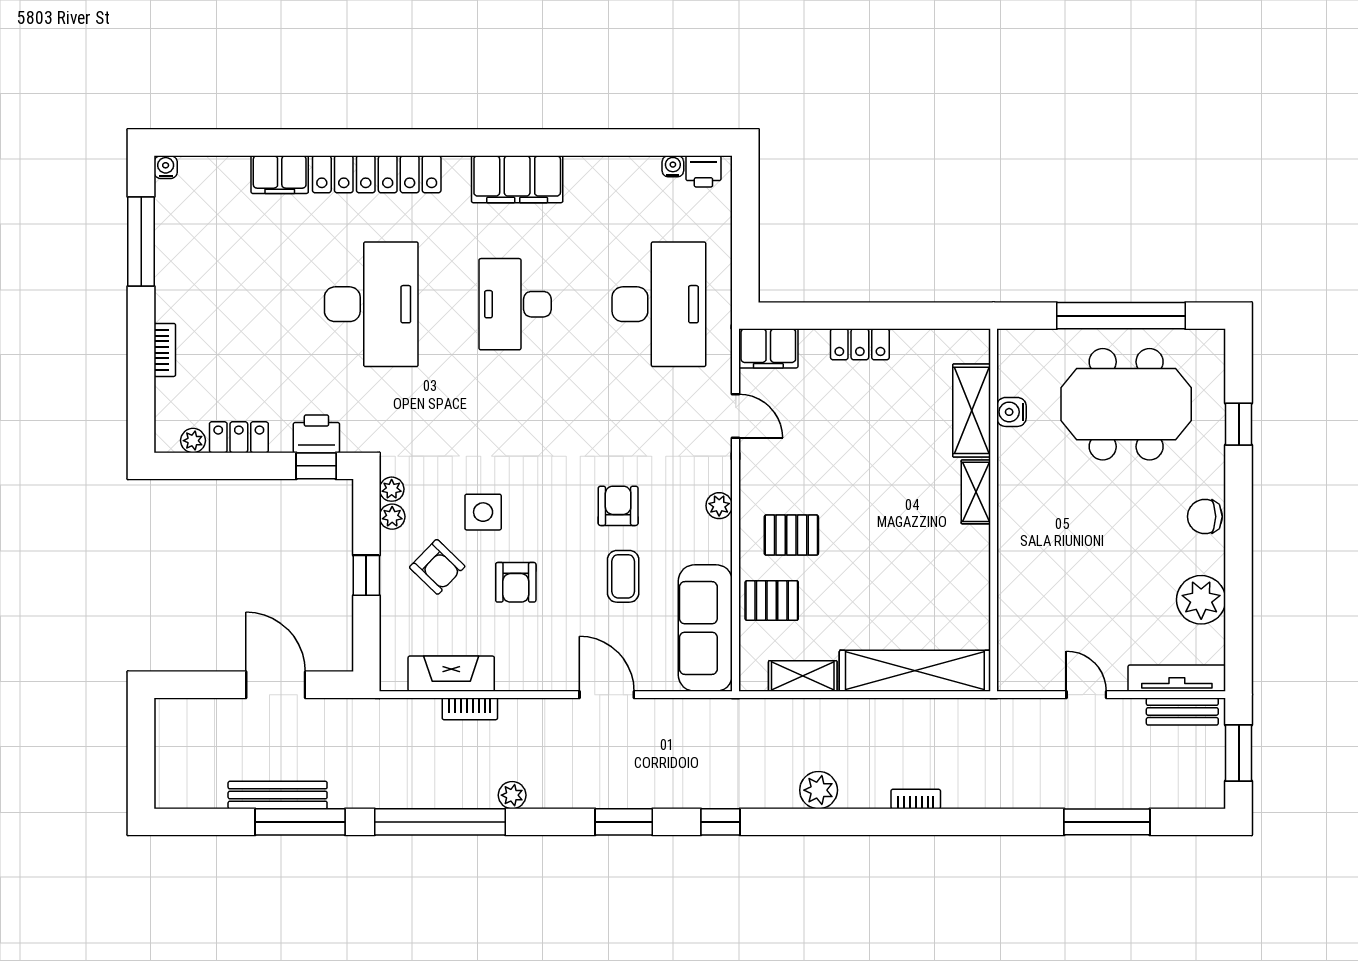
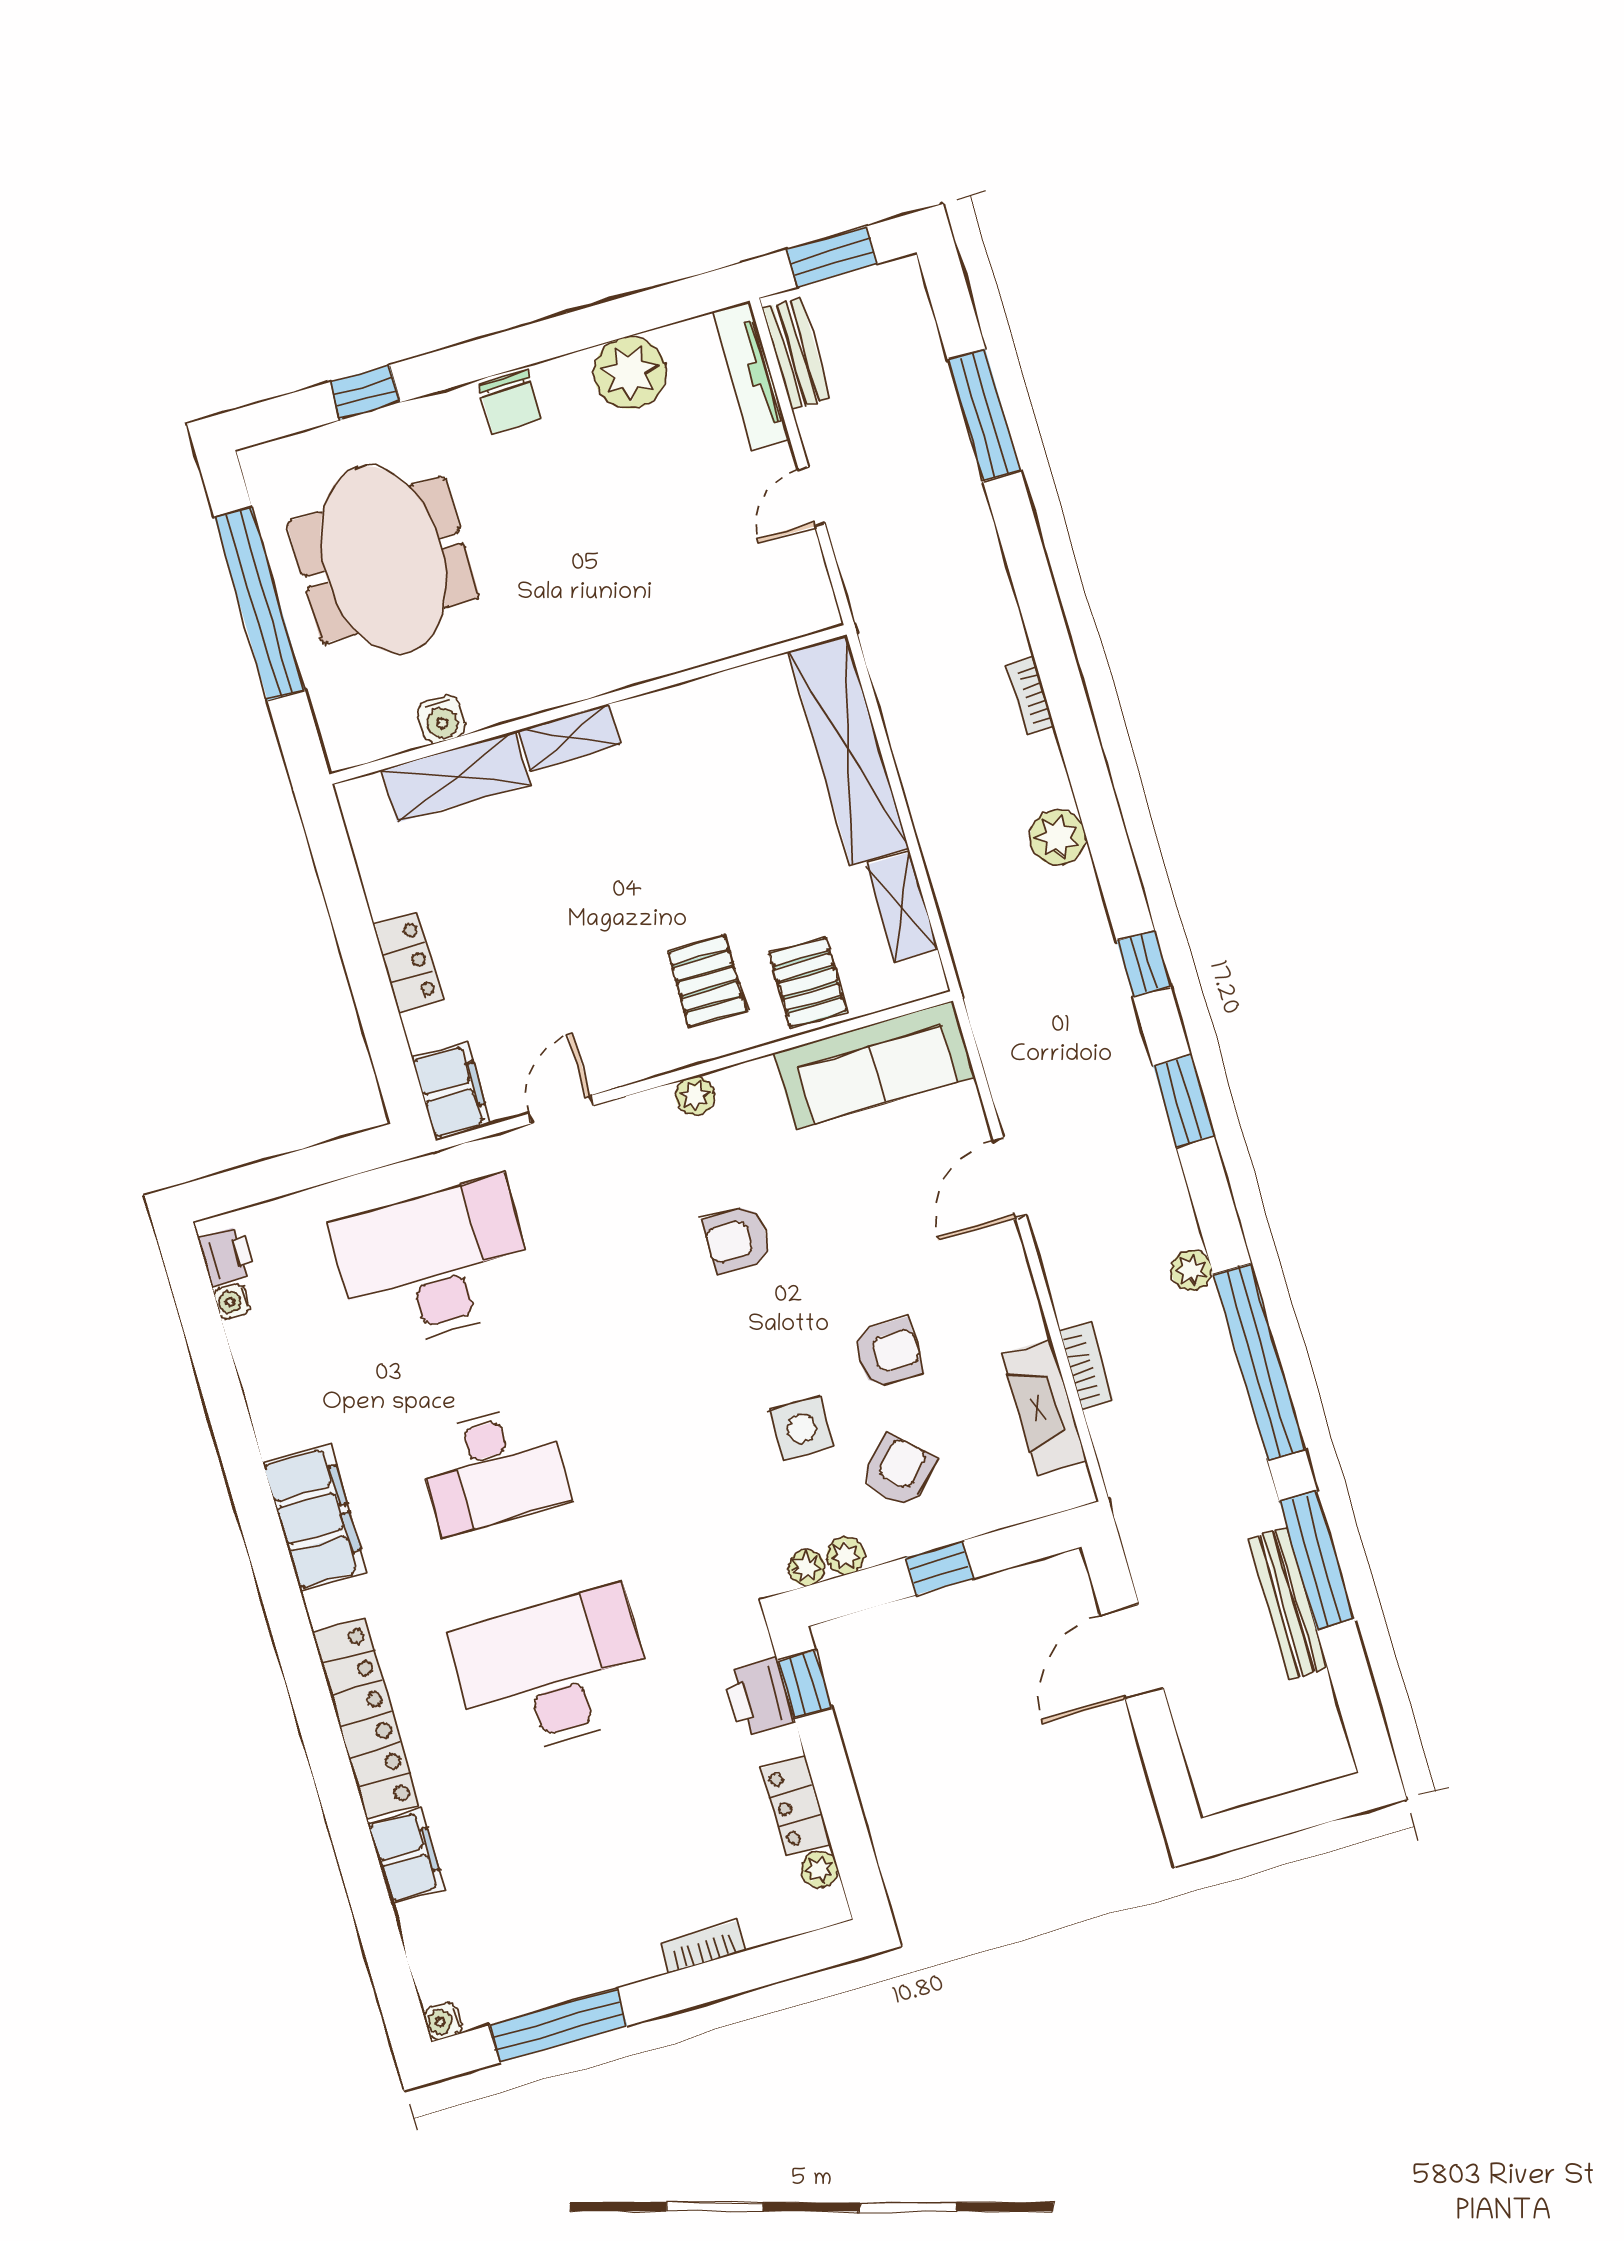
coffee table: (623, 576) -> (835, 1203), removed

